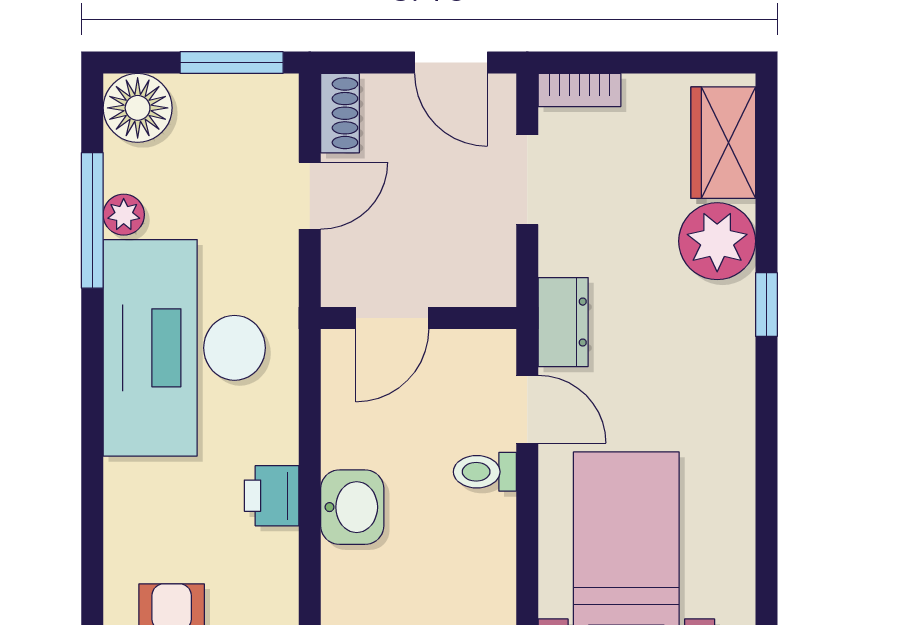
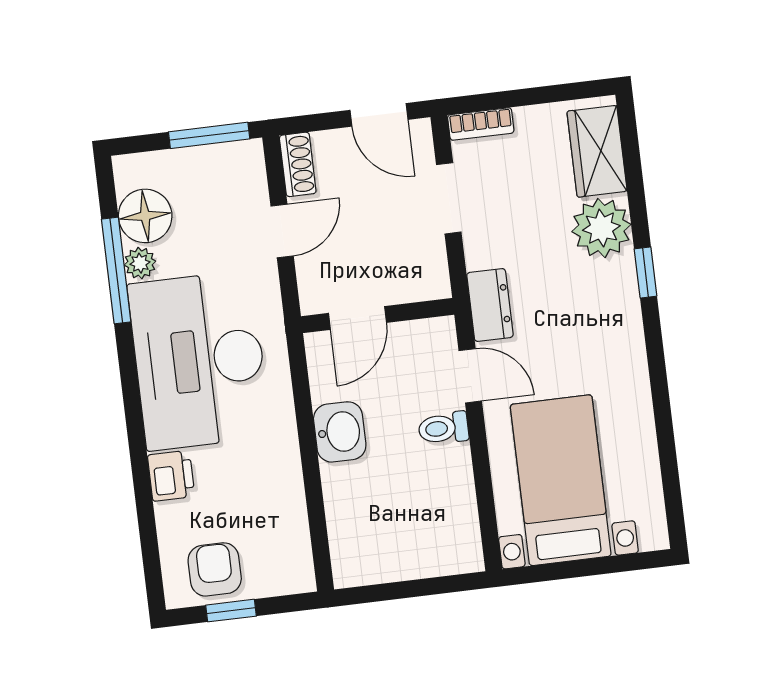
floor lamp: (138, 108) -> (145, 216), moved
printer: (272, 496) -> (171, 476), moved, turned 180
washbasin: (352, 507) -> (340, 432), moved

